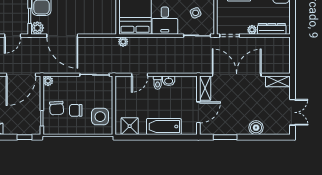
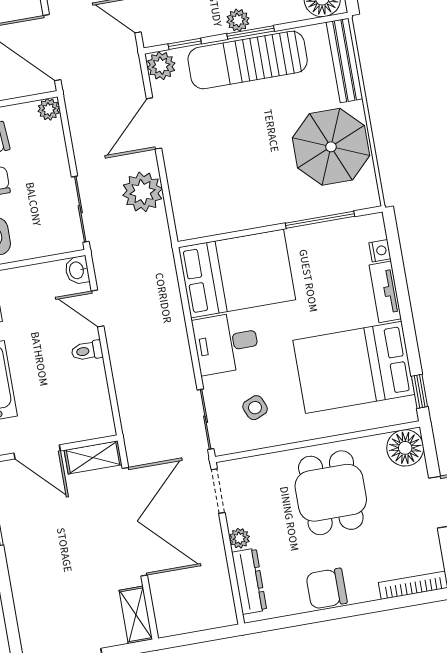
door: (62, 36) -> (154, 123), width x0.73
plant: (123, 42) -> (143, 192), moved, width x1.87, depth x1.87
washbasin: (169, 81) -> (77, 270), moved
boiler: (256, 128) -> (26, 584), removed

